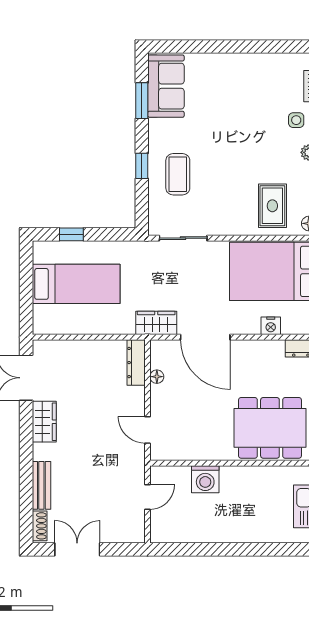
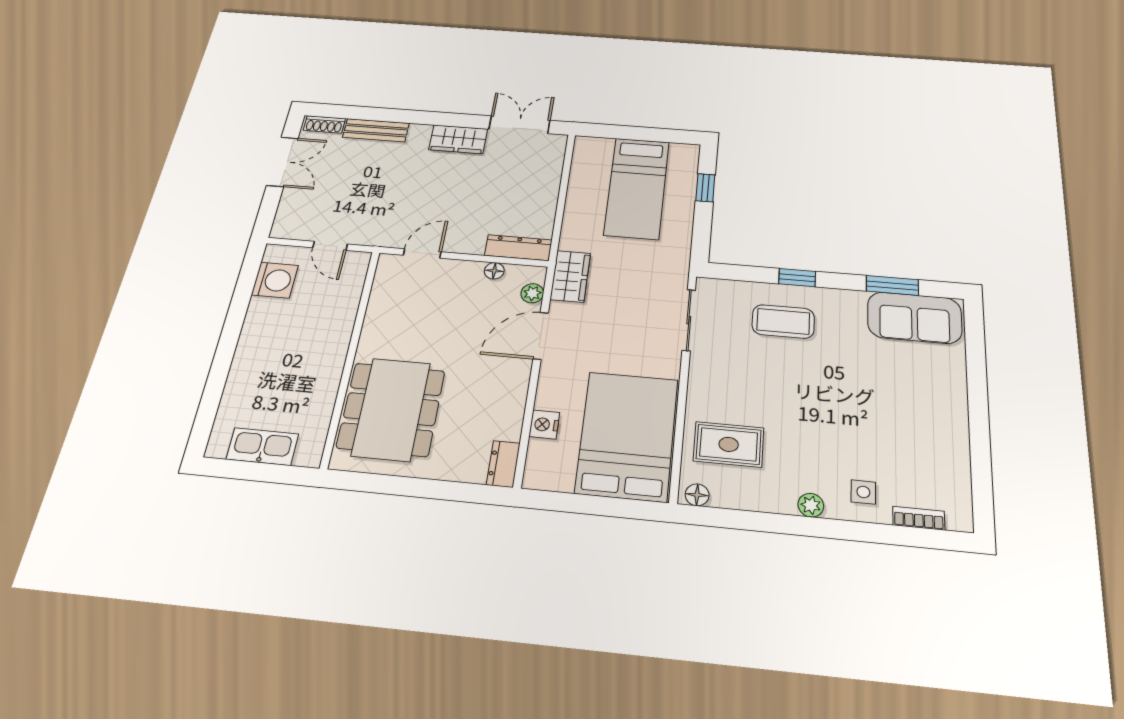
door: (205, 337) -> (541, 336), width x0.73
plant: (172, 347) -> (532, 293), added
washing machine: (205, 479) -> (275, 280), moved, turned 180

